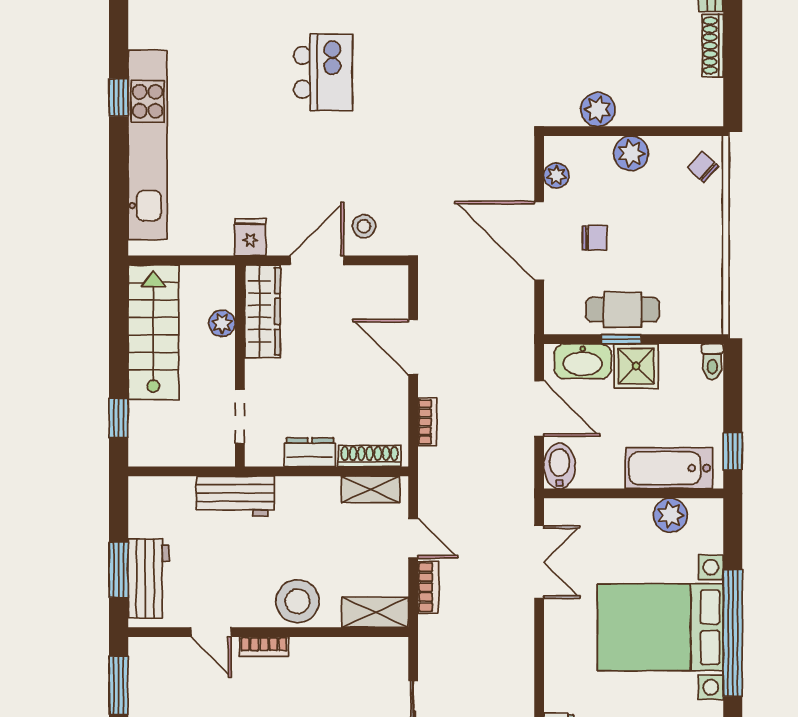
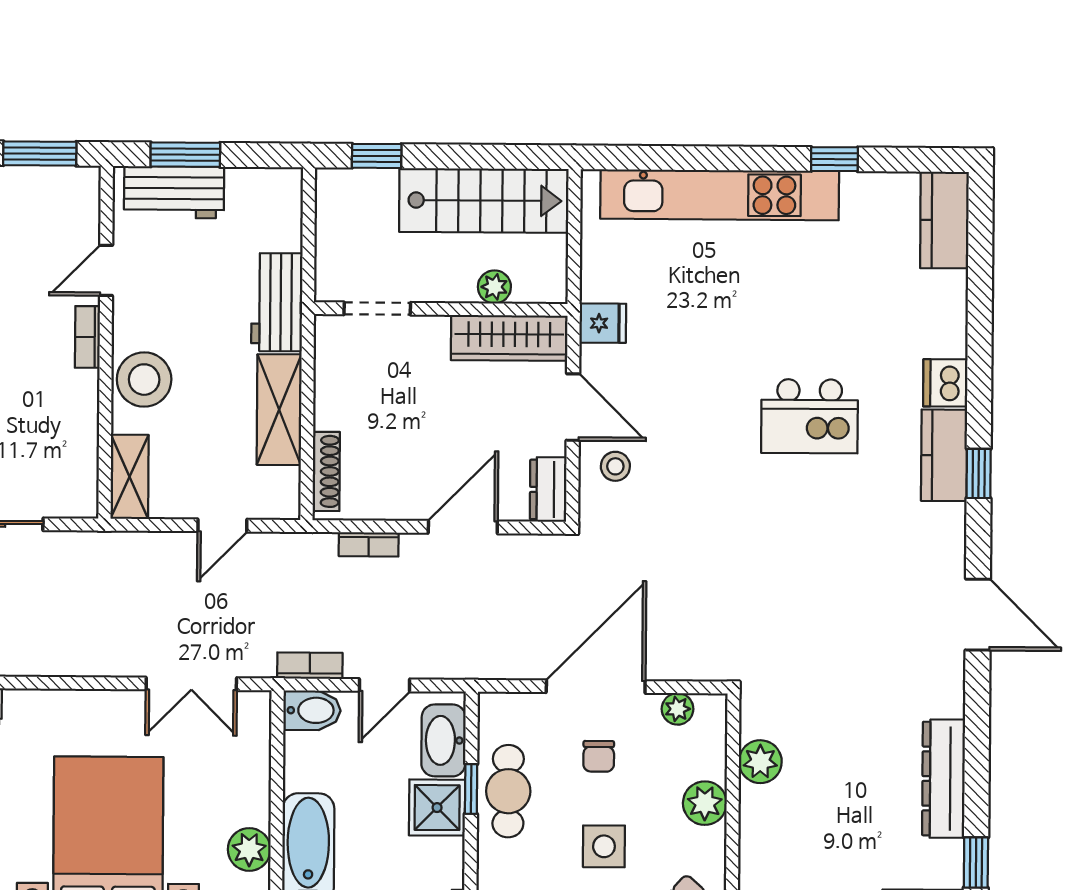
window: (119, 98) -> (834, 159), moved
side table: (666, 233) -> (604, 846), added
door: (539, 408) -> (385, 685), width x0.73
dresser: (310, 452) -> (548, 489), moved, turned 180
shelving: (370, 489) -> (279, 410), moved, width x1.50, depth x1.33
bookcase: (428, 587) -> (310, 666), moved, turned 180

